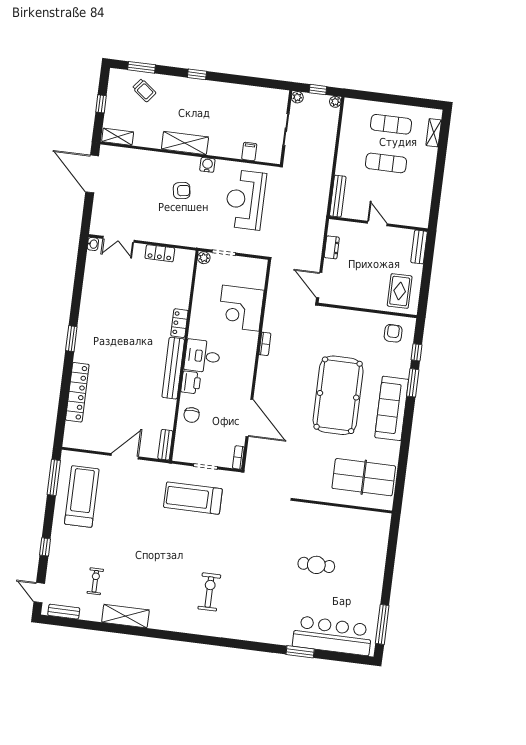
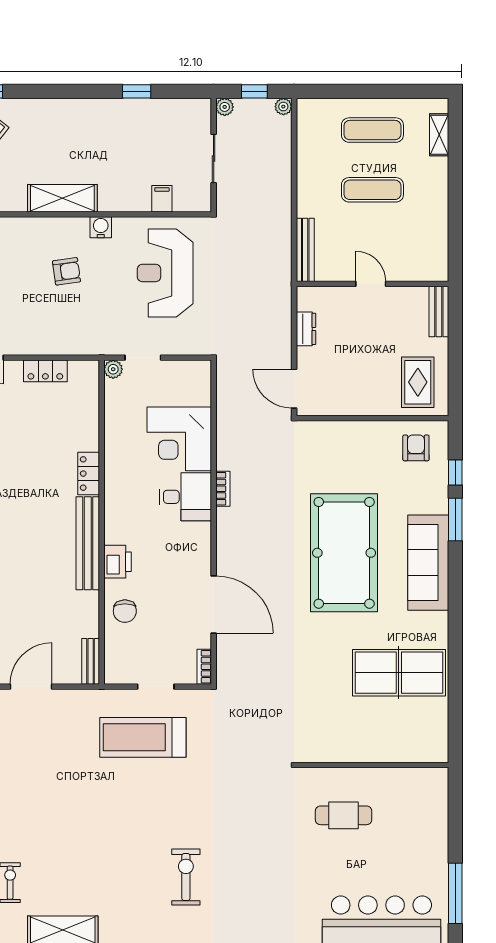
window: (197, 74) -> (137, 91), moved
desk: (202, 356) -> (185, 497), moved, turned 180
wall: (343, 506) -> (372, 765), moved

